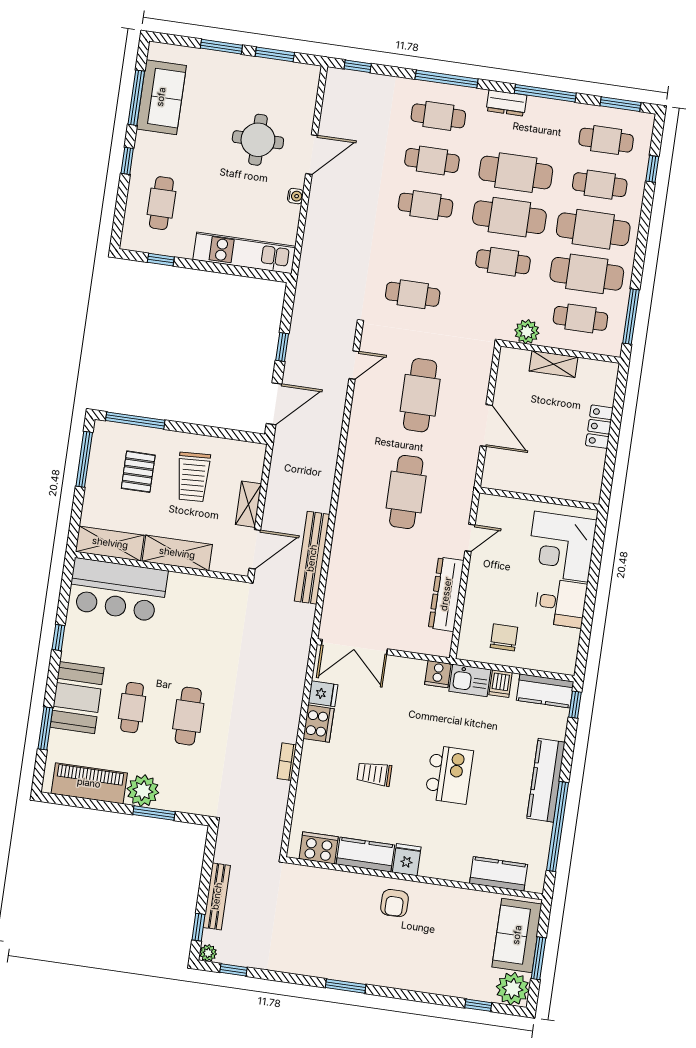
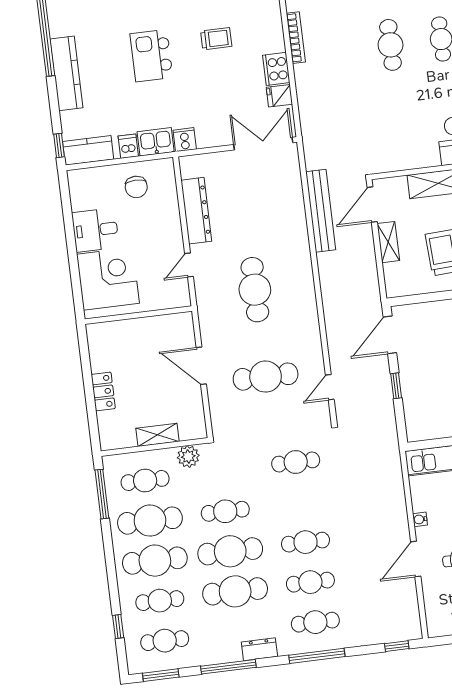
cafe table: (420, 395) -> (266, 377), turned 90
bookcase: (287, 762) -> (296, 38), width x1.56

